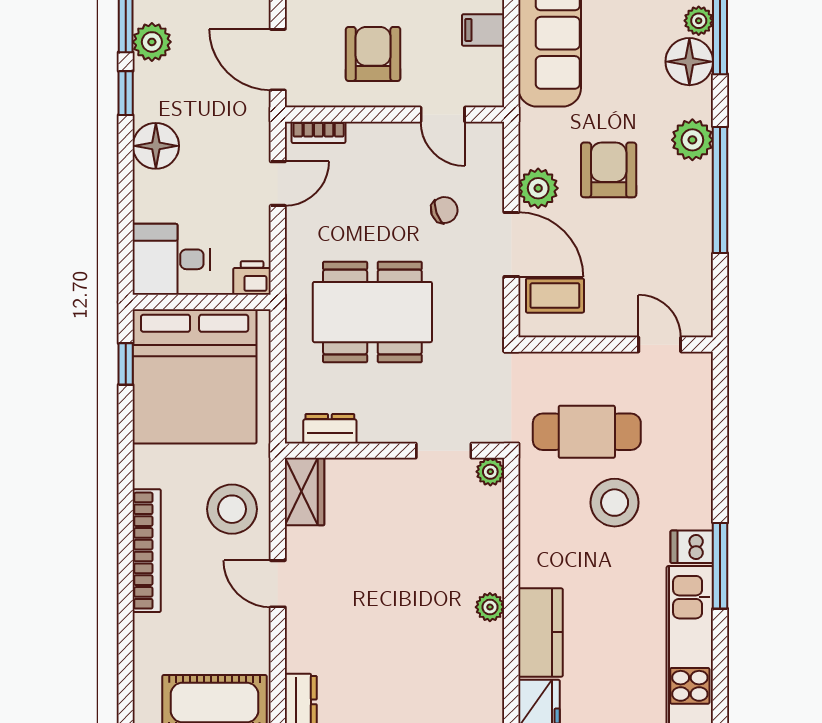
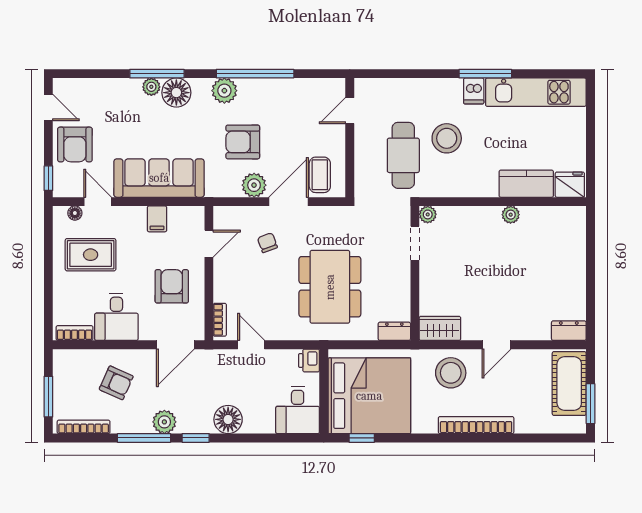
armchair: (373, 54) -> (172, 286), turned 90
dresser: (330, 429) -> (394, 331), moved, turned 90

